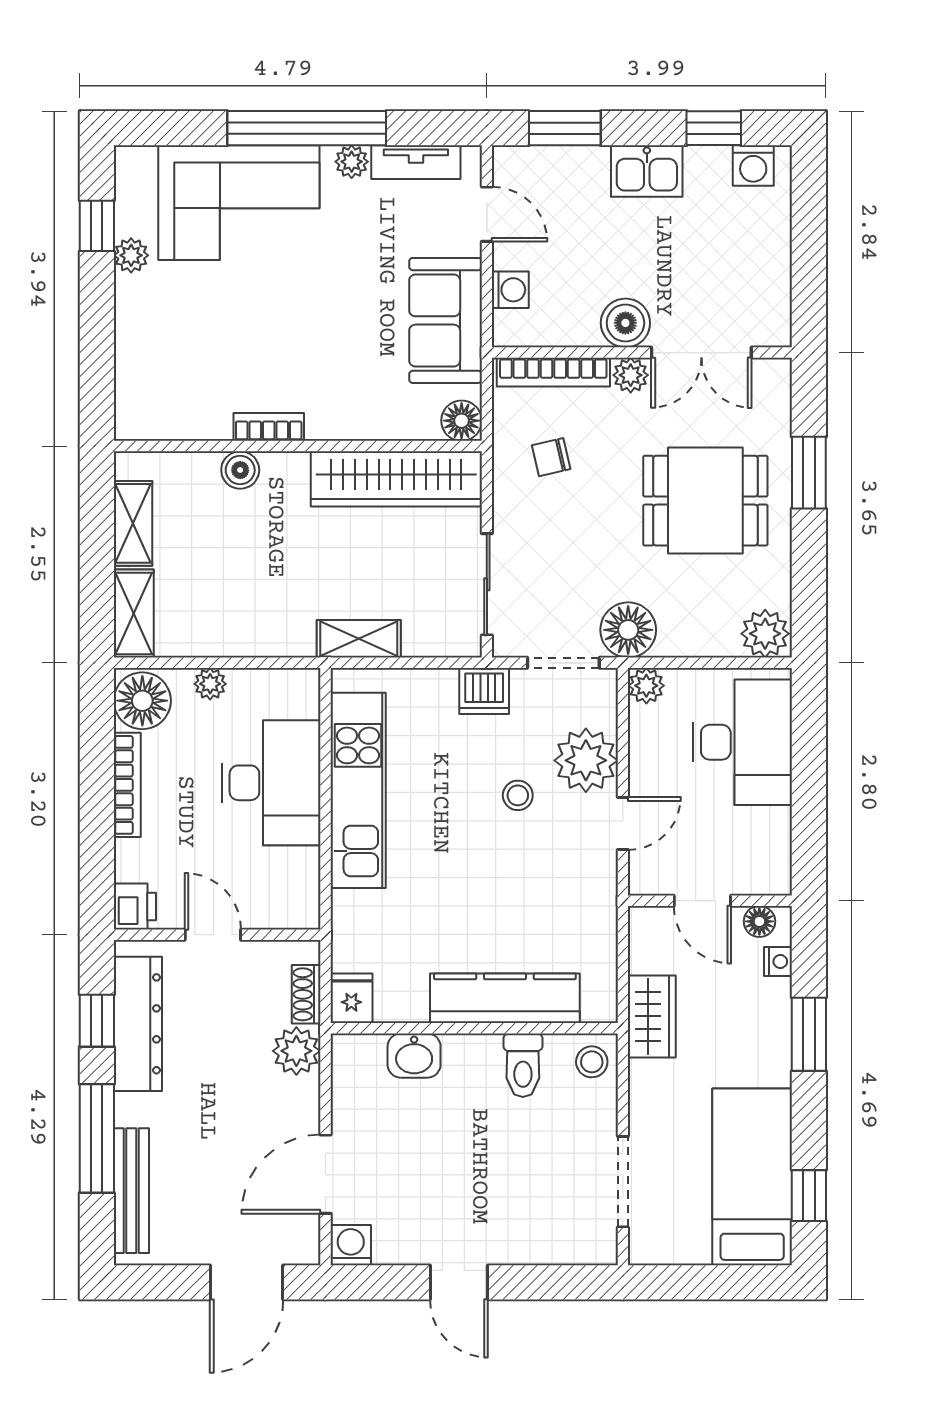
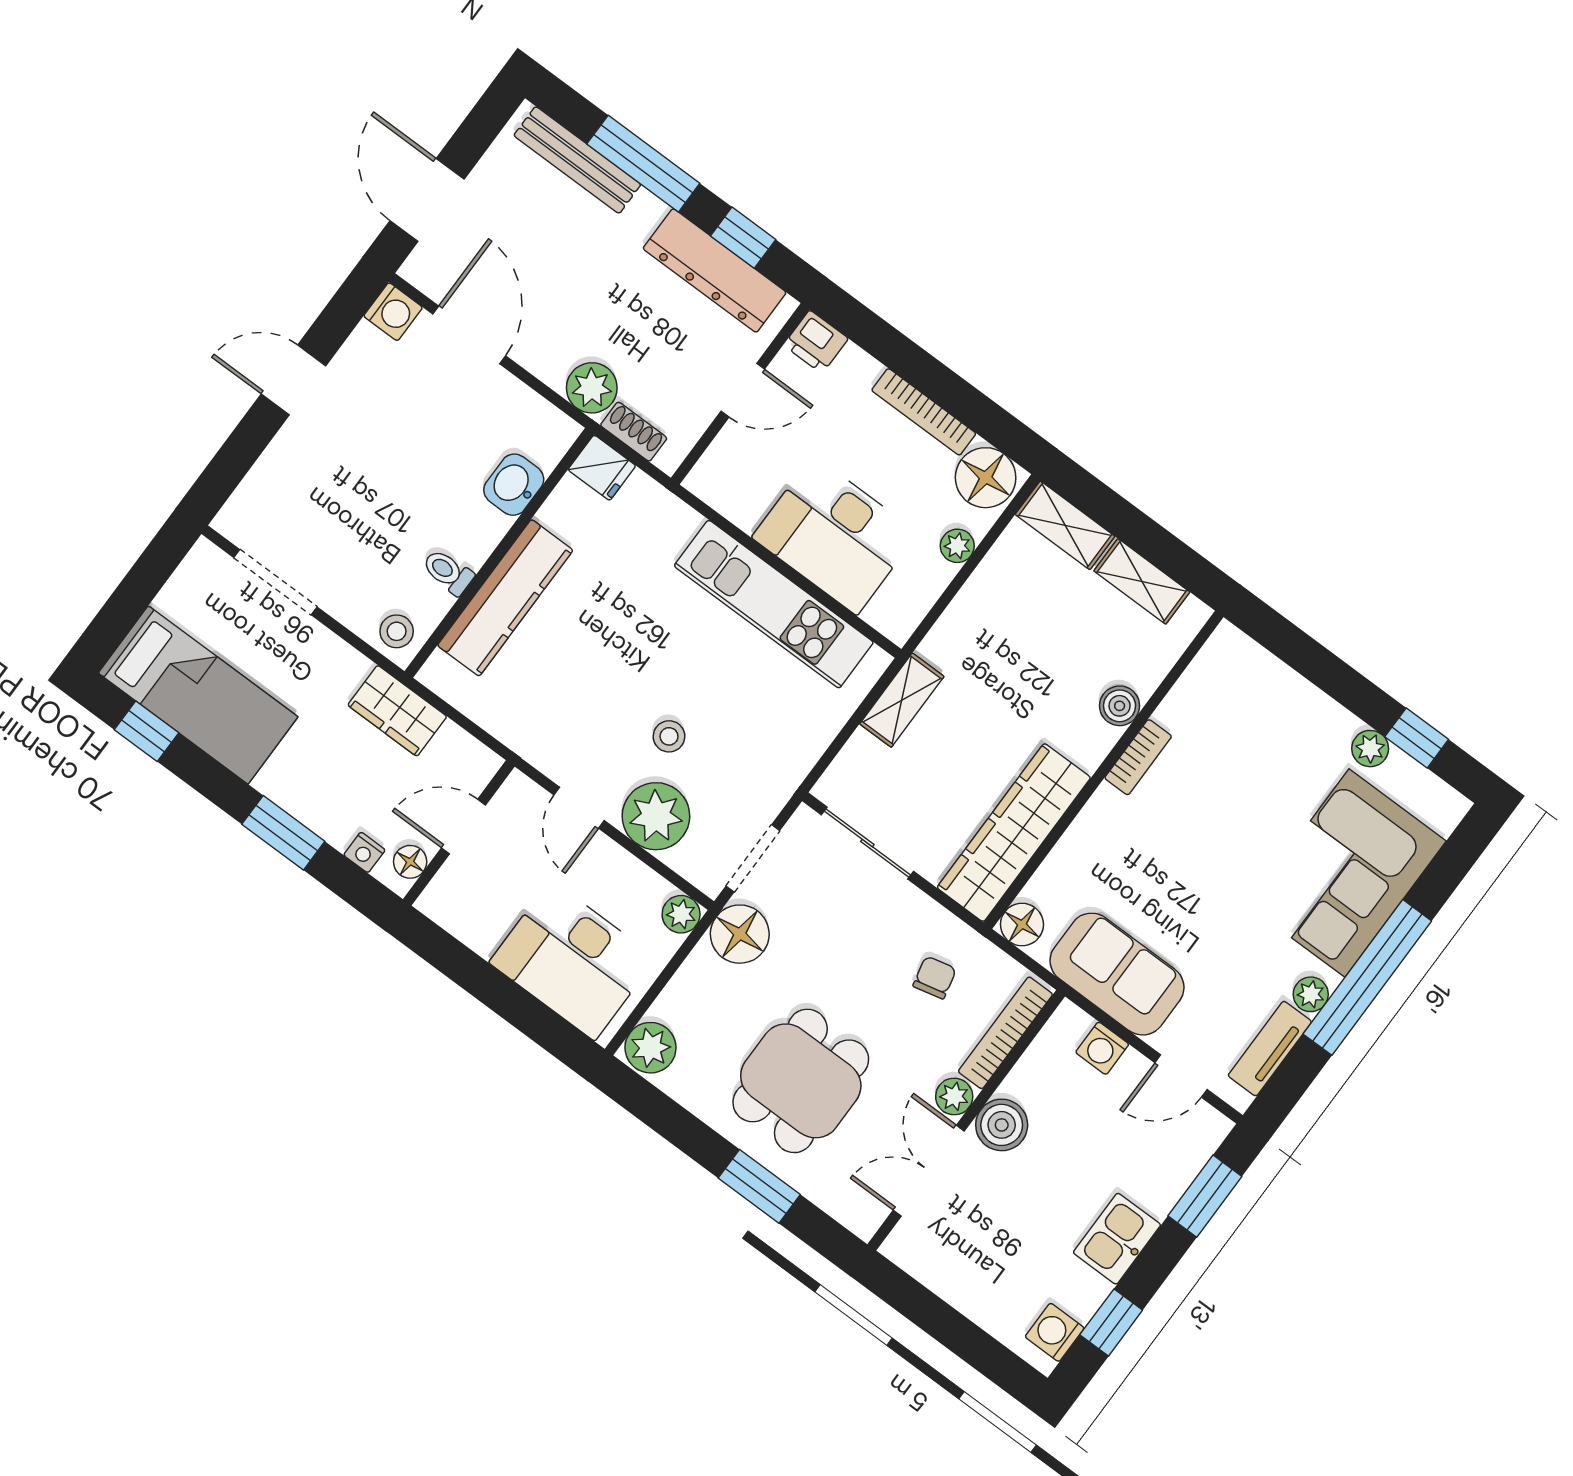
dishwasher: (484, 691) -> (779, 774), removed
toilet: (523, 1065) -> (448, 572), width x0.73, depth x0.72

